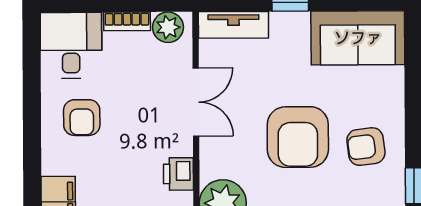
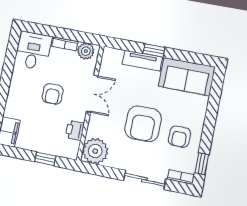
tv unit: (233, 25) -> (142, 61), moved
armchair: (82, 118) -> (53, 94), moved
armchair: (366, 147) -> (179, 137), turned -83

